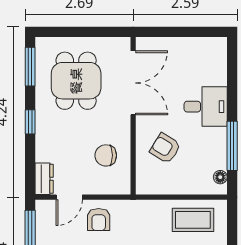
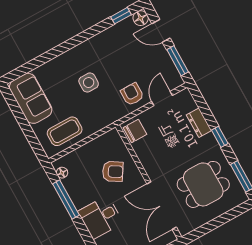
dining table: (76, 81) -> (203, 184), turned 90
chair: (106, 155) -> (135, 131), moved
dresser: (44, 179) -> (199, 123), moved

